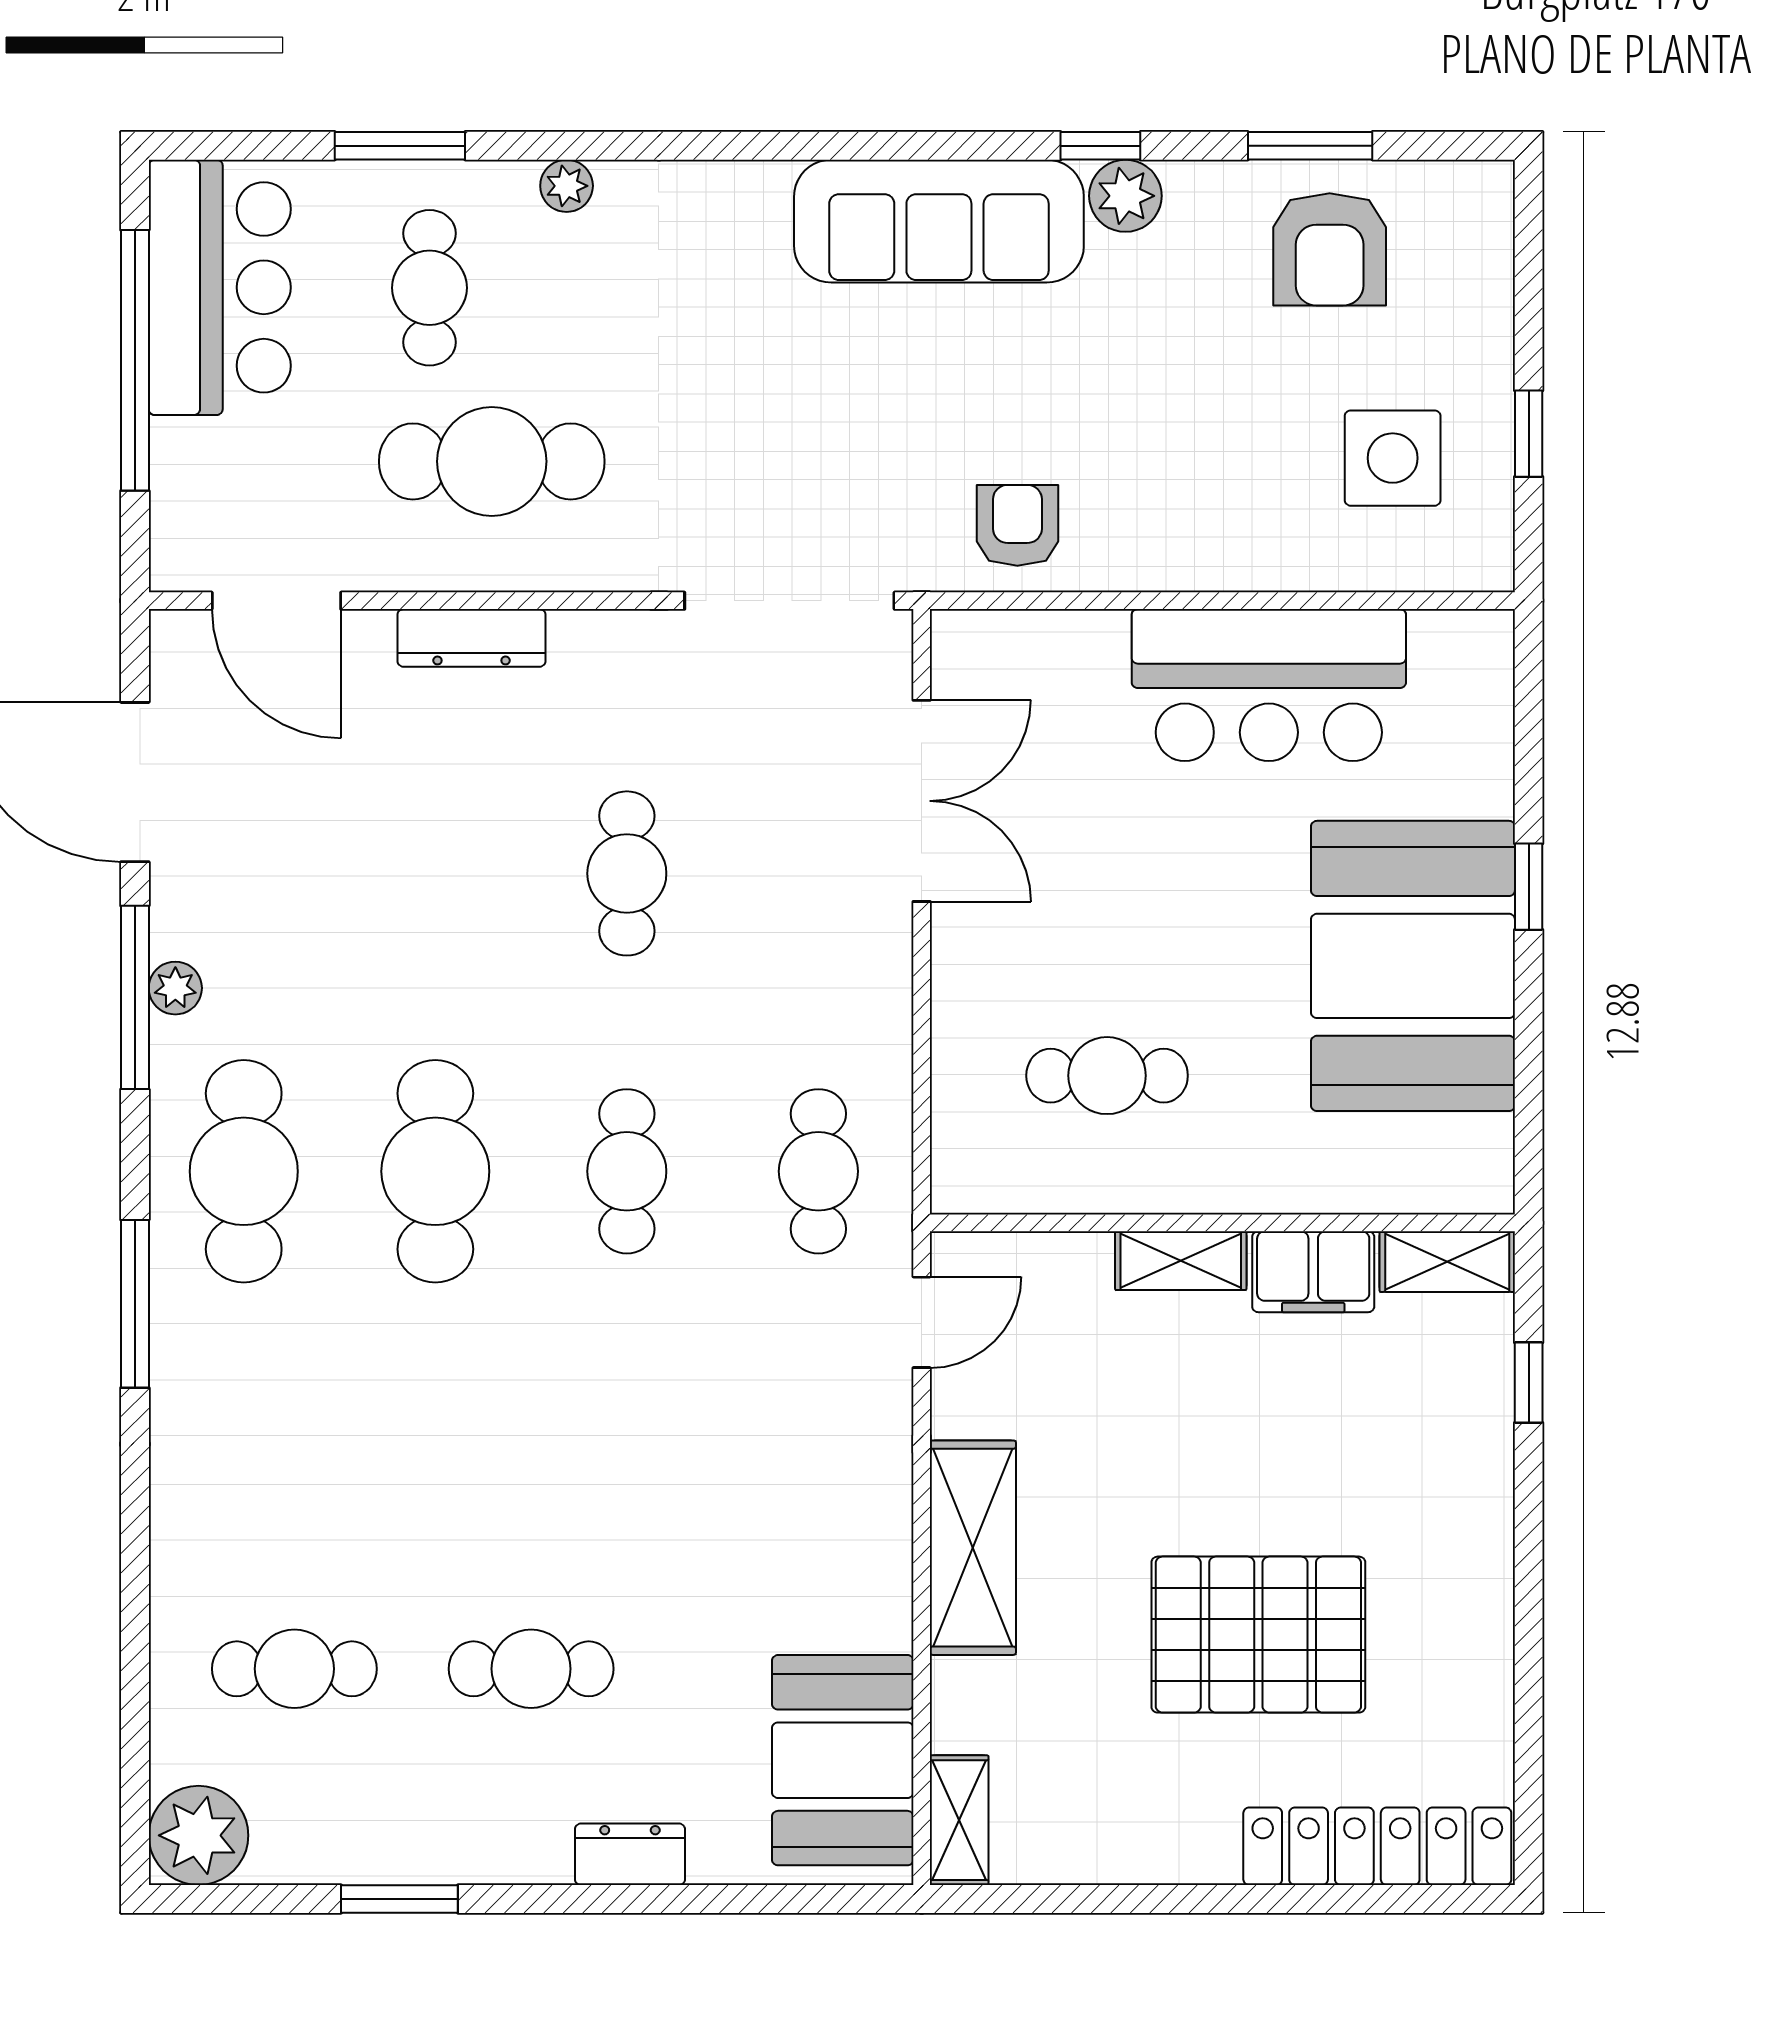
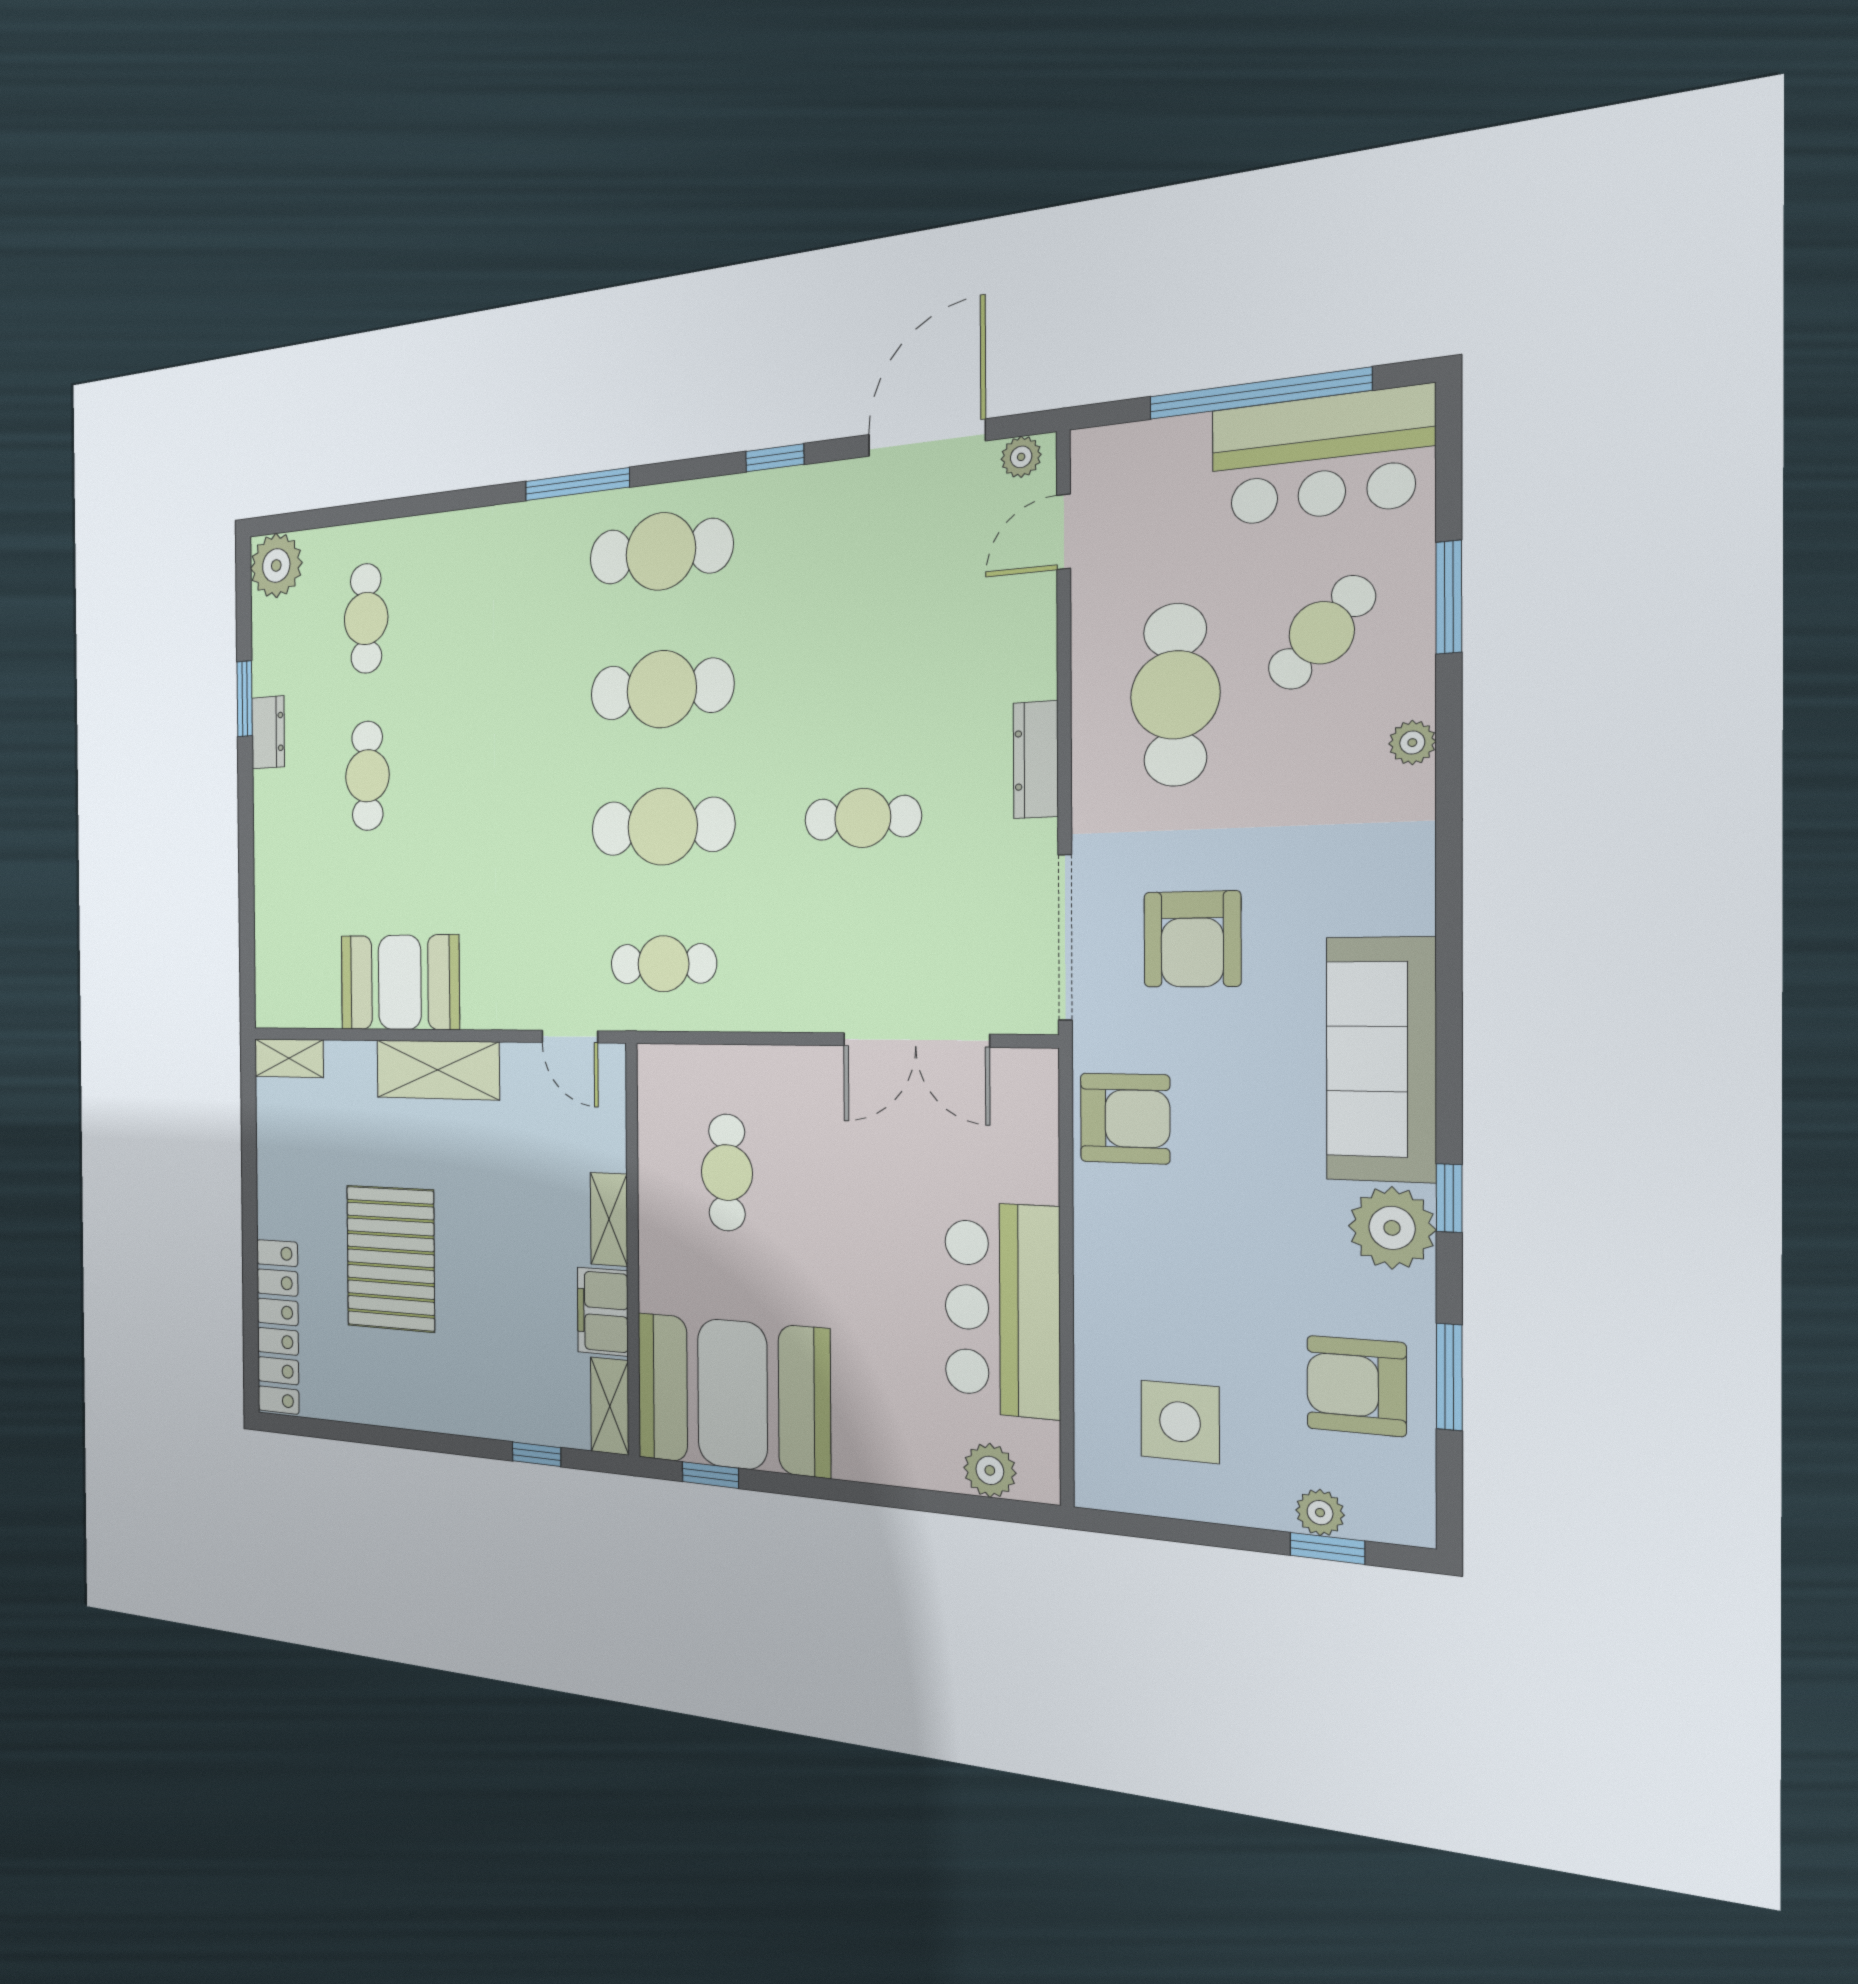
plant: (1125, 196) -> (1392, 1228), width x1.36, depth x1.36
cafe table: (430, 288) -> (1322, 633), turned -48
plant: (1486, 291) -> (1320, 1513), added
window: (1529, 434) -> (1327, 1548), moved
armchair: (794, 441) -> (1192, 939), added
armchair: (1017, 525) -> (1125, 1118), width x1.38, depth x1.38
door: (276, 601) -> (1064, 532), width x0.73
dresser: (471, 638) -> (1036, 760), moved
plant: (1479, 702) -> (990, 1470), added
window: (1529, 887) -> (710, 1475), moved
booth: (1413, 966) -> (732, 1394), moved
plant: (175, 988) -> (1021, 457), moved
window: (135, 997) -> (775, 458), width x0.46
cafe table: (627, 1171) -> (663, 827), width x1.37, depth x1.35
booth: (843, 1760) -> (400, 982), moved
dresser: (630, 1854) -> (268, 732), moved

